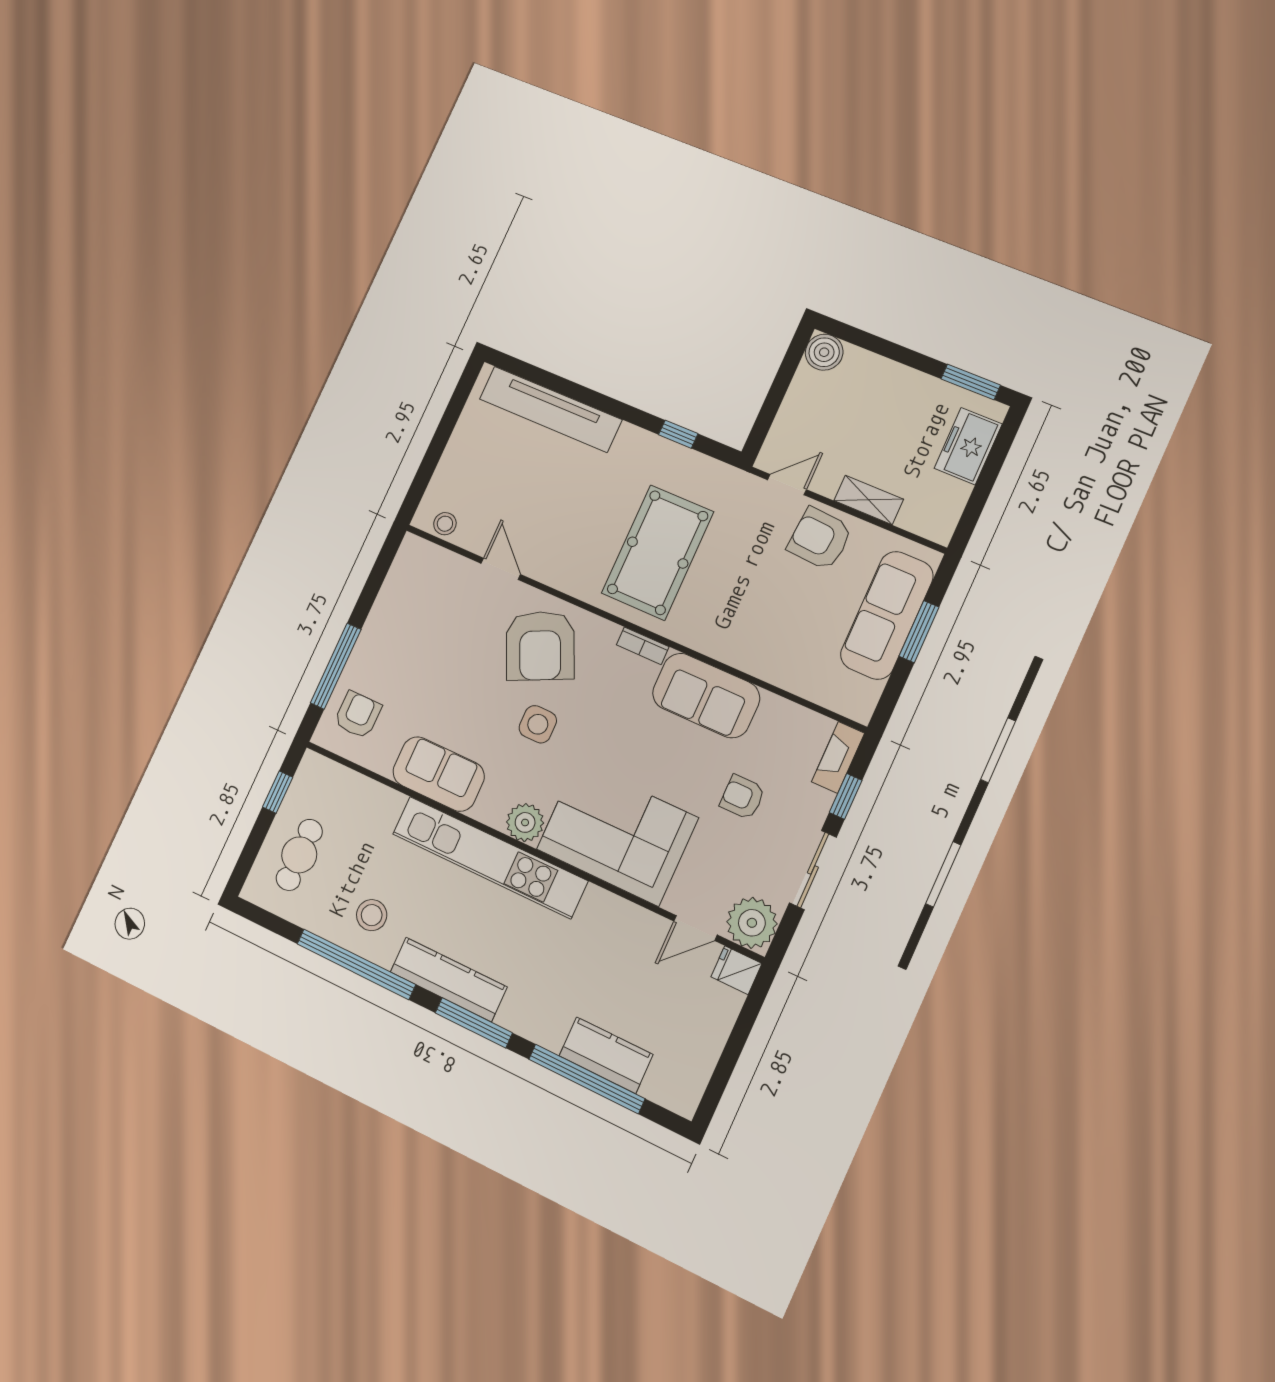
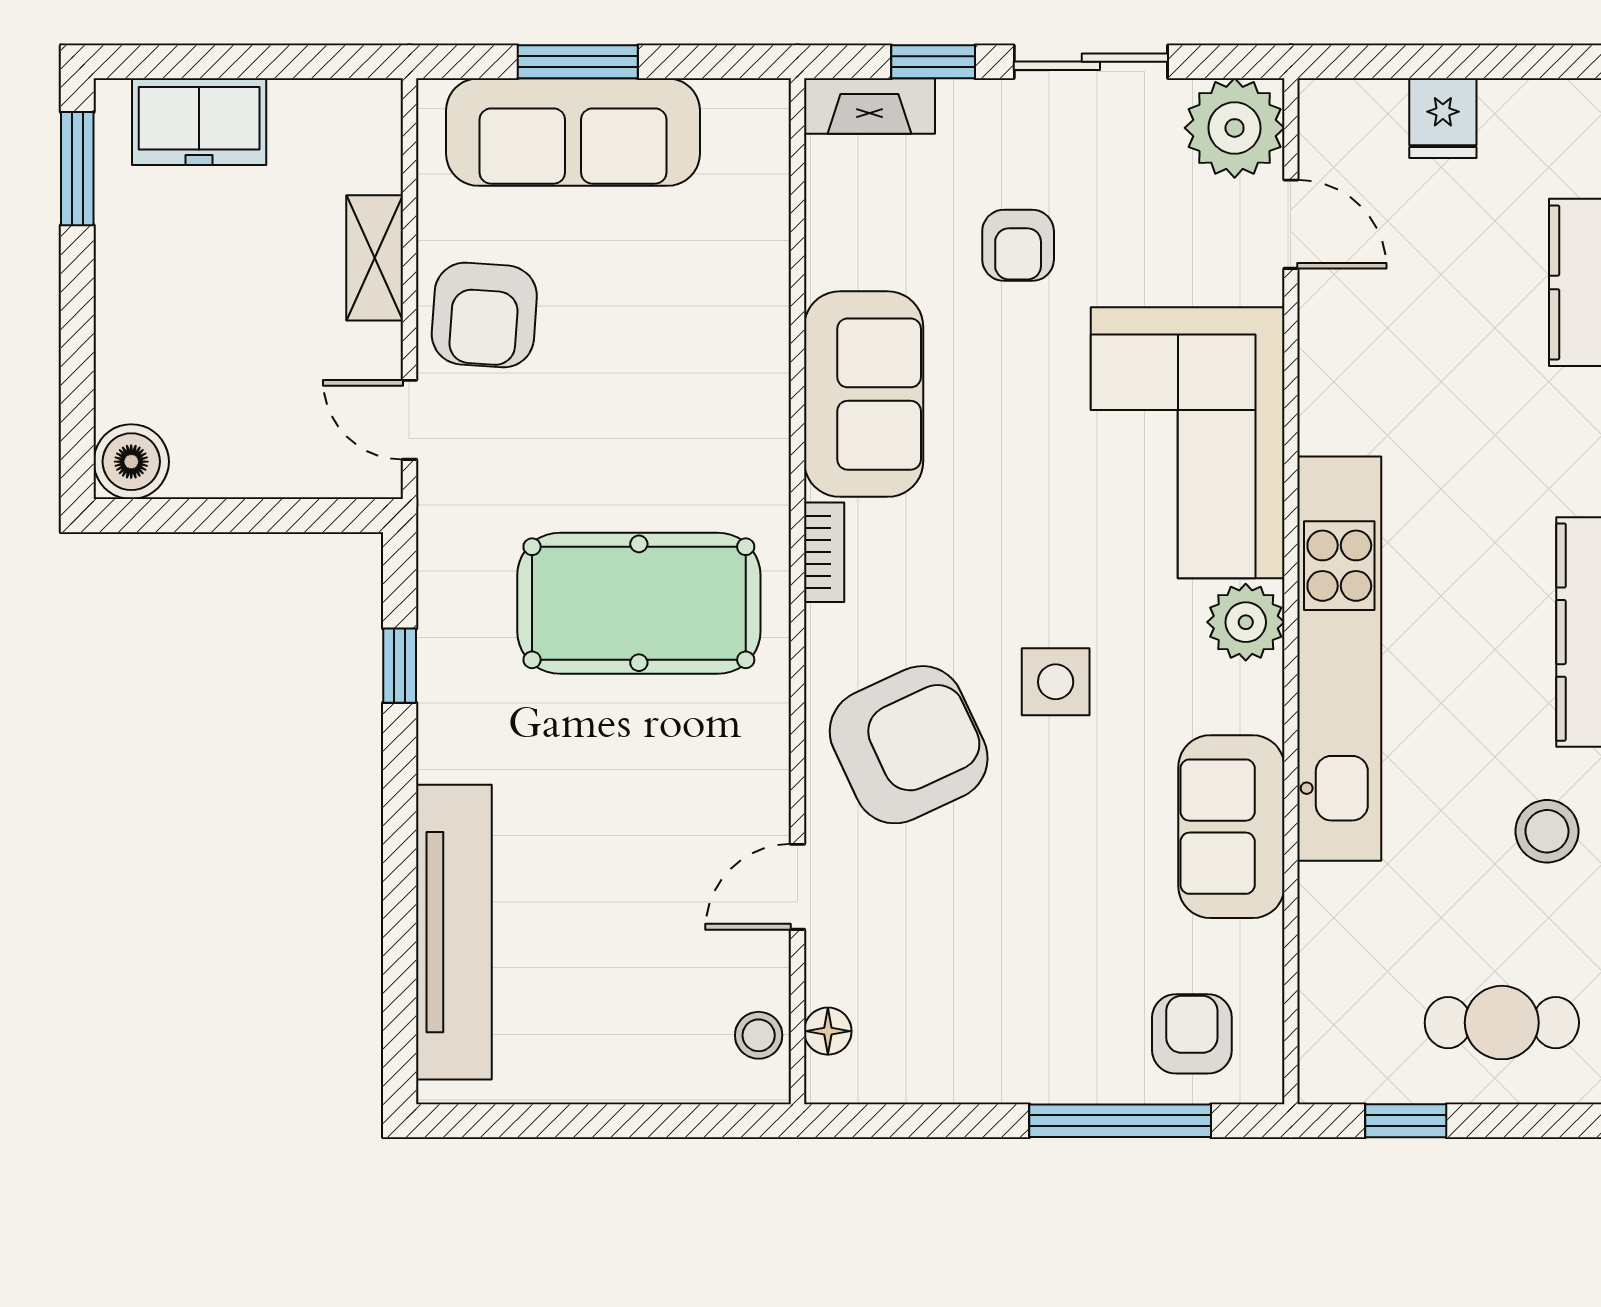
floor lamp: (433, 555) -> (828, 1031), added
armchair: (358, 715) -> (1192, 1034), turned 90
fridge: (736, 970) -> (1443, 118), moved

